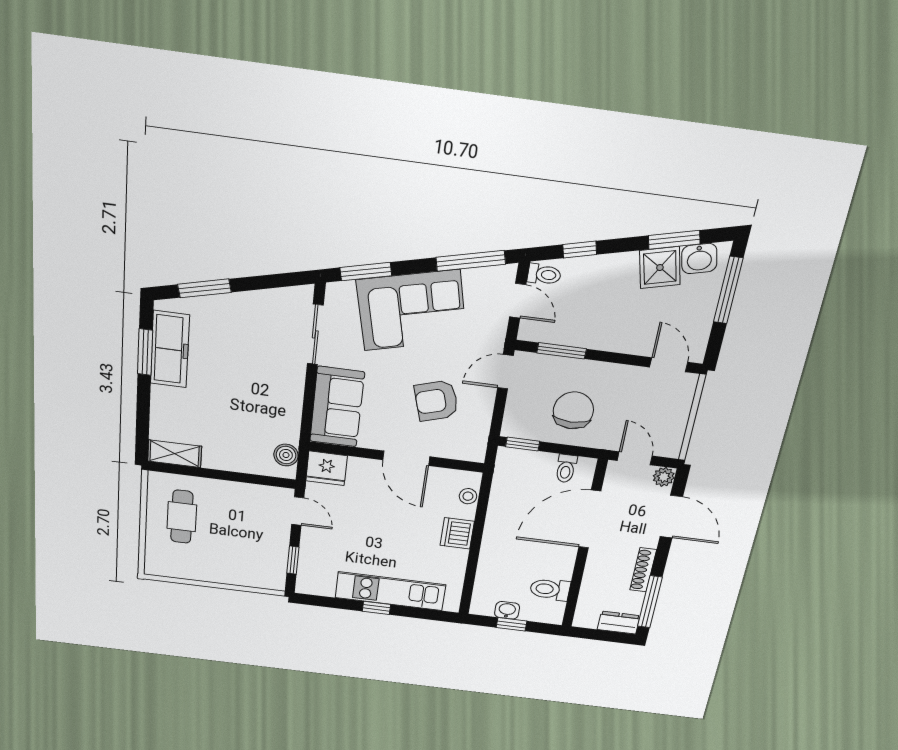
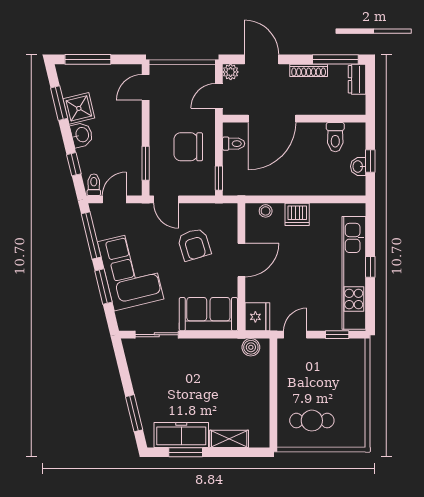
washbasin: (699, 259) -> (82, 135), moved
window: (366, 272) -> (103, 286), moved
shelving: (175, 454) -> (229, 439), moved, turned 90
door: (671, 517) -> (262, 59), hinge flipped
door: (590, 519) -> (272, 119), hinge flipped
kitchen unit: (390, 591) -> (354, 273), width x1.36

